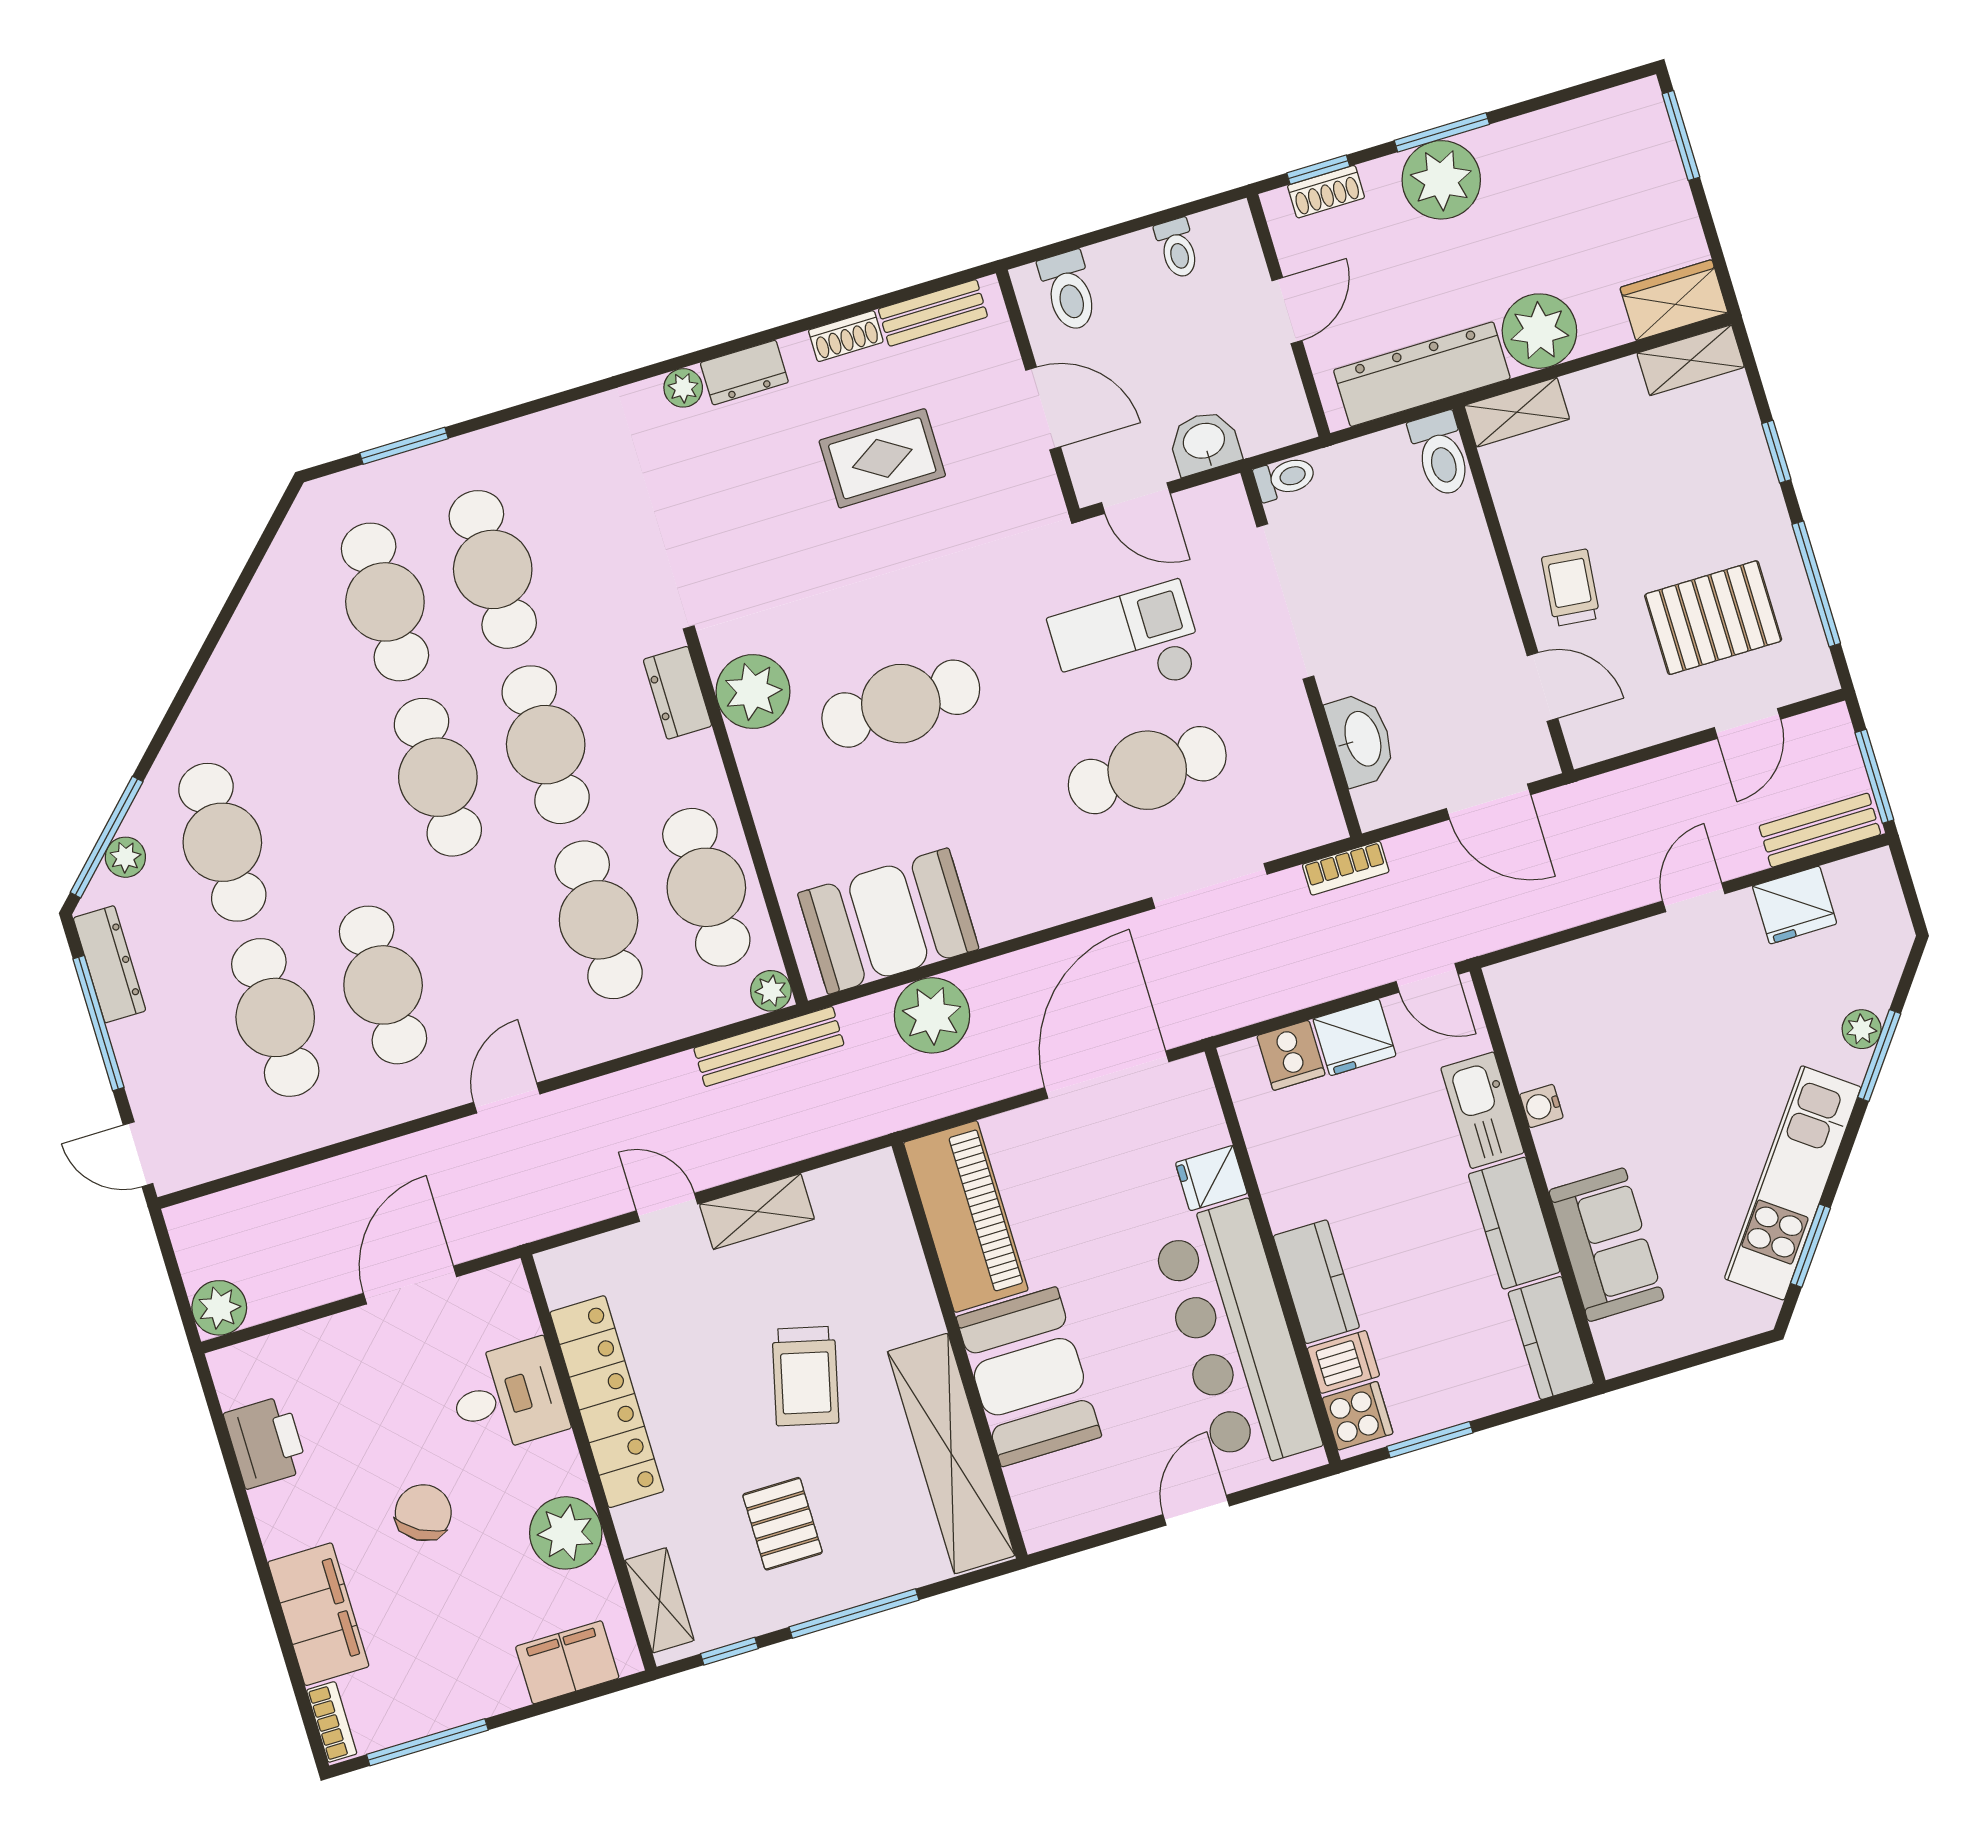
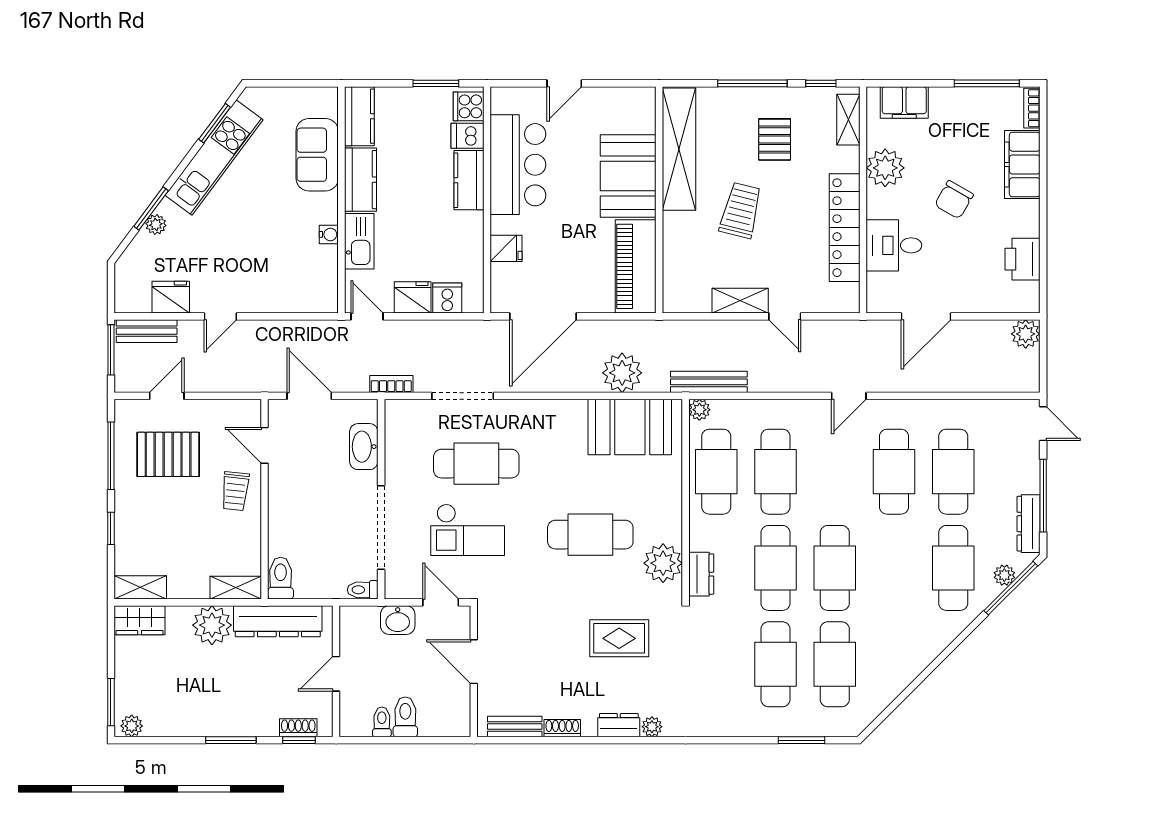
plant: (1441, 180) -> (132, 726), moved, width x0.53, depth x0.53
toilet: (1069, 291) -> (405, 717), moved
rug: (882, 458) -> (619, 638), moved
bar counter: (1236, 1337) -> (518, 165), width x0.73

